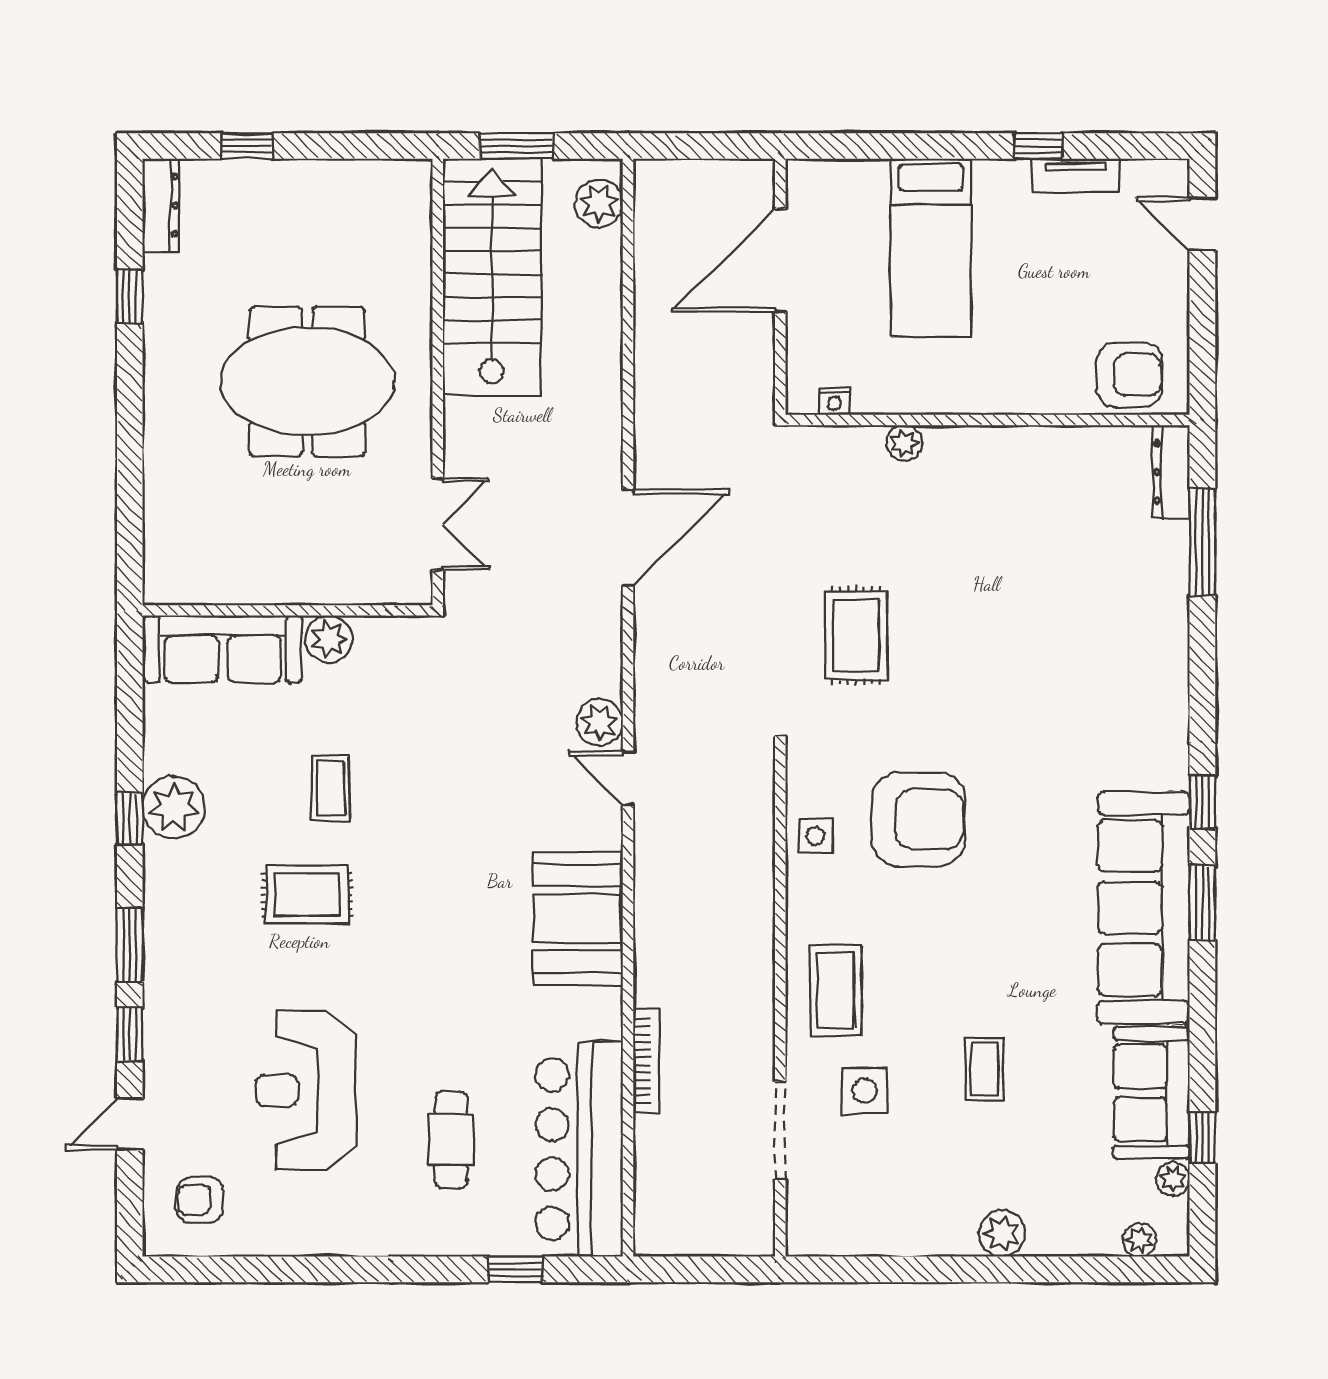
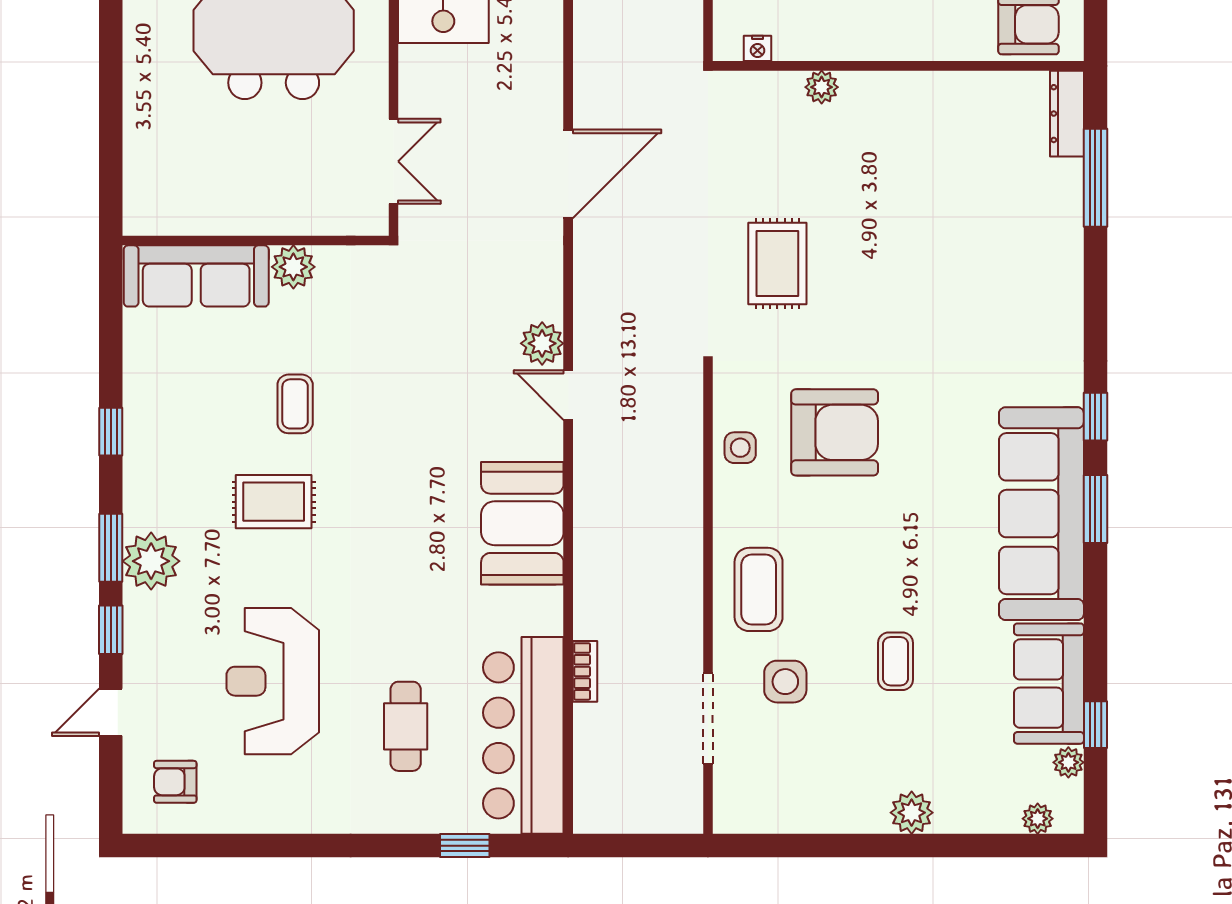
plant: (174, 808) -> (151, 561), moved
bookcase: (646, 1061) -> (585, 671), width x0.64

